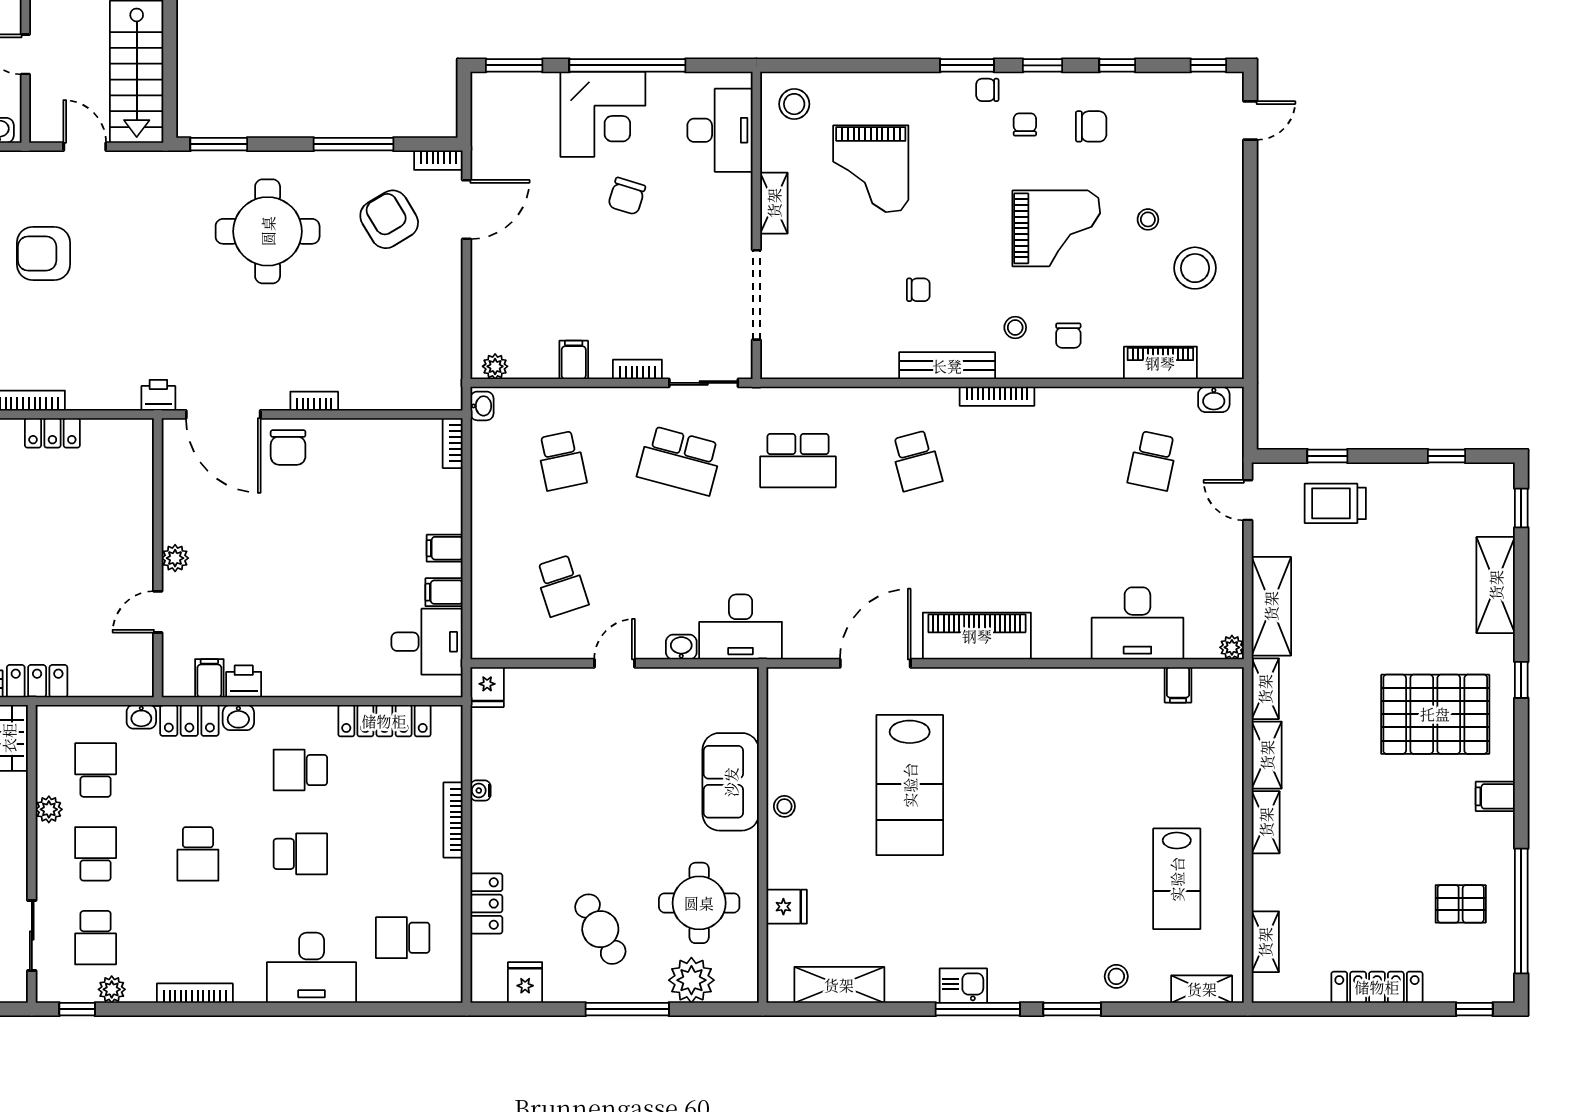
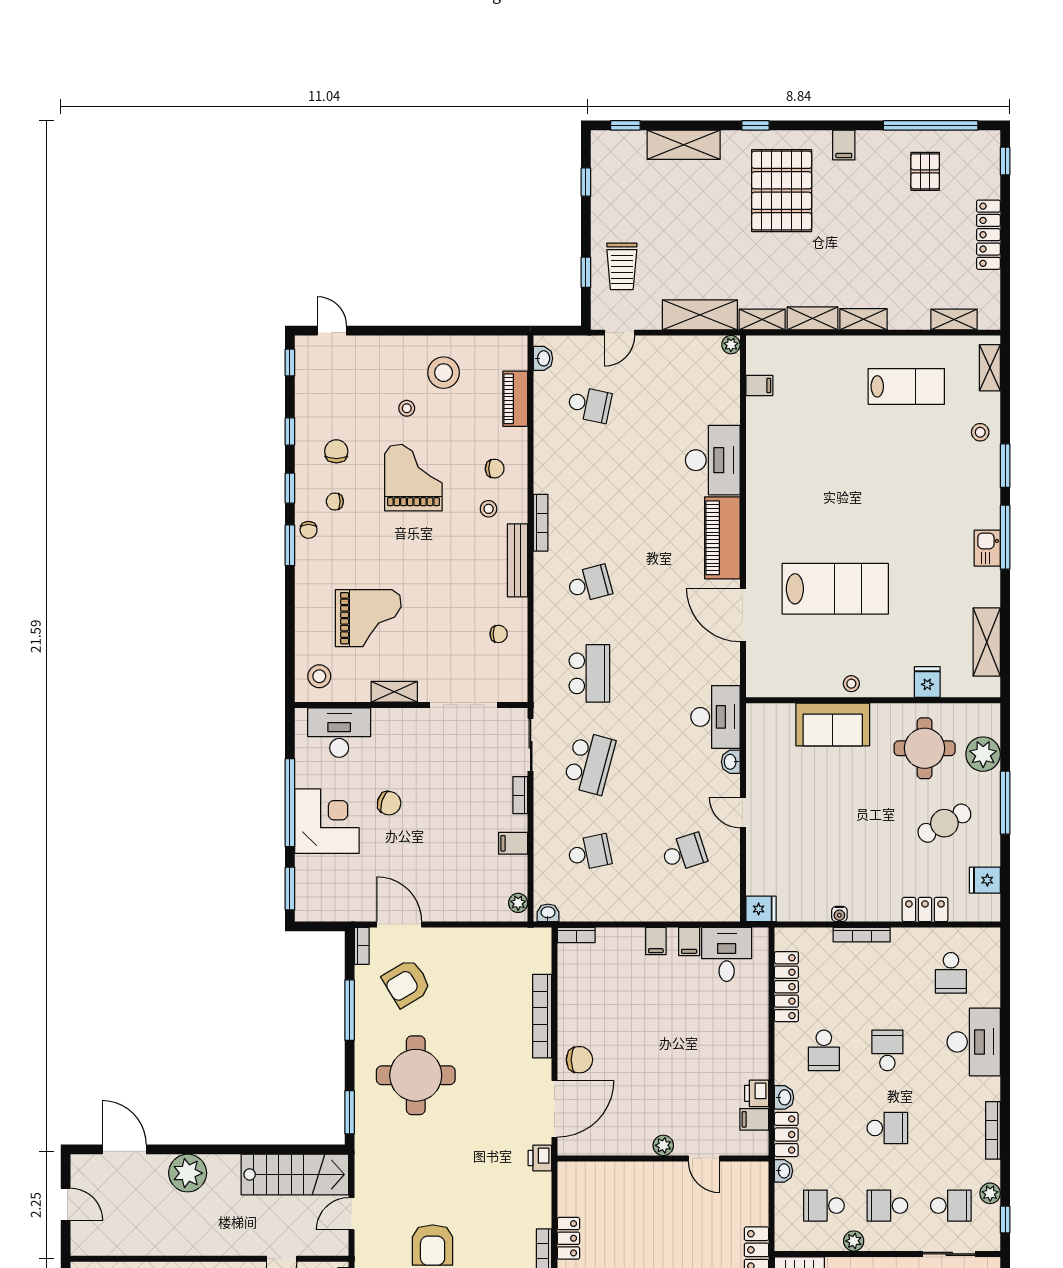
chair: (918, 290) -> (499, 634), moved, turned 90
bookcase: (314, 401) -> (542, 1016), width x2.31, depth x1.31
desk: (1137, 623) -> (713, 460), moved

